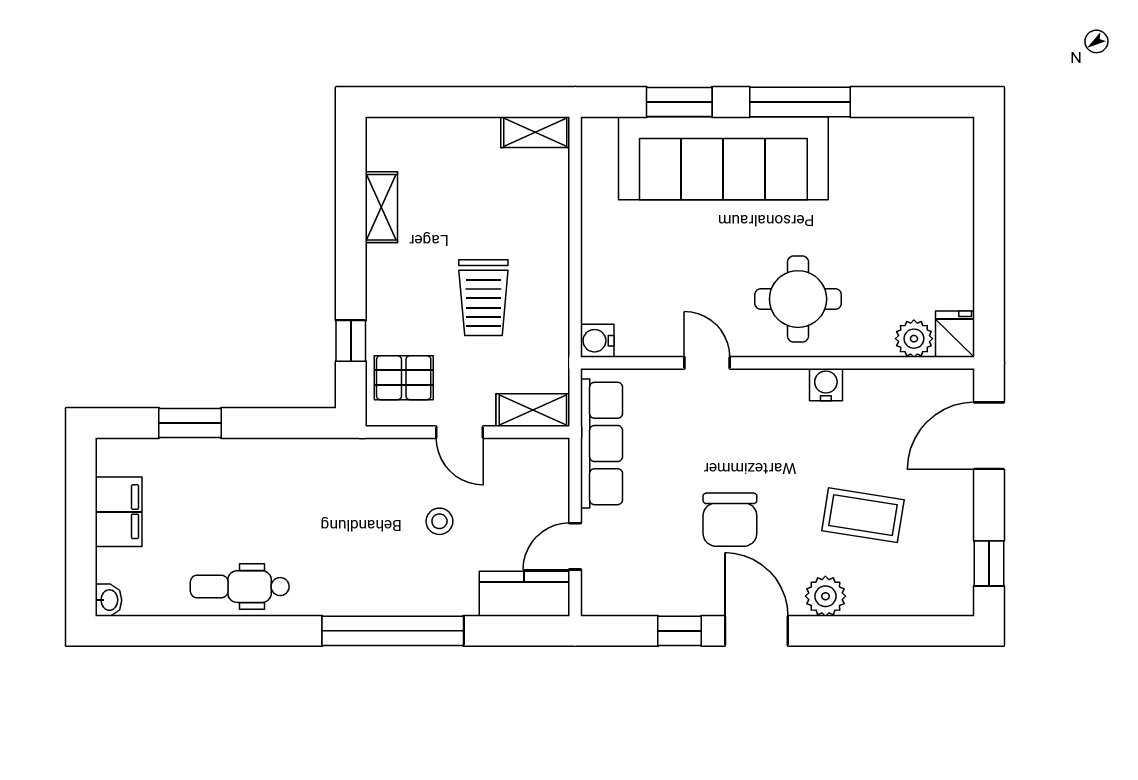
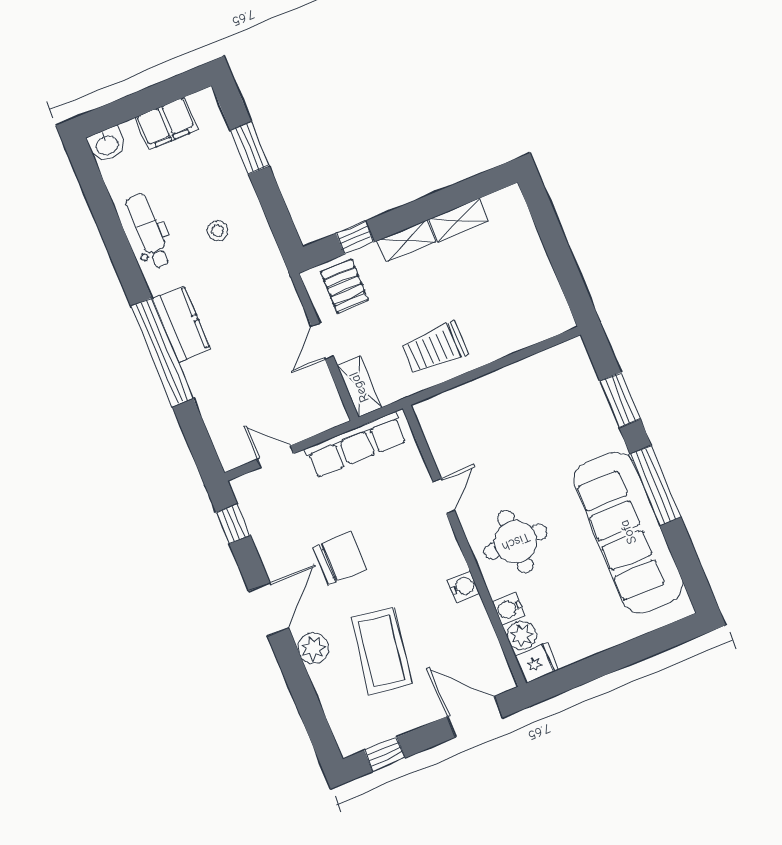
shelving: (535, 132) -> (407, 241), moved, turned 90
sofa: (723, 158) -> (628, 532), moved
trolley: (483, 298) -> (435, 348), moved
water cooler: (597, 341) -> (509, 609), moved, turned -90
coffee table: (863, 515) -> (382, 651), width x1.36, depth x1.32
chair: (730, 520) -> (340, 558), turned 180
stool: (439, 521) -> (218, 231), moved
kitchen counter: (524, 594) -> (181, 324), moved
washbasin: (109, 600) -> (107, 145), width x1.38, depth x1.45
window: (680, 631) -> (233, 524), moved

